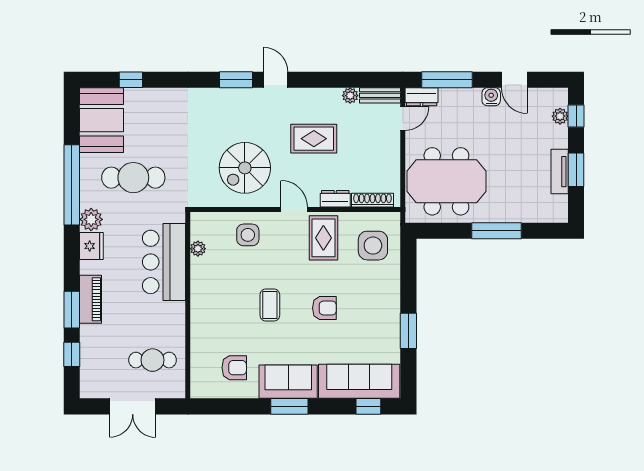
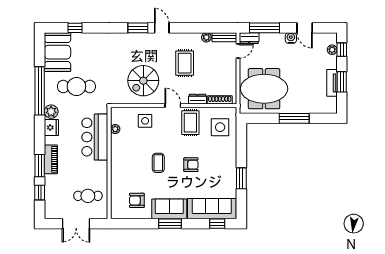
rug: (314, 139) -> (185, 63), turned 90
armchair: (234, 368) -> (137, 200), turned 180

